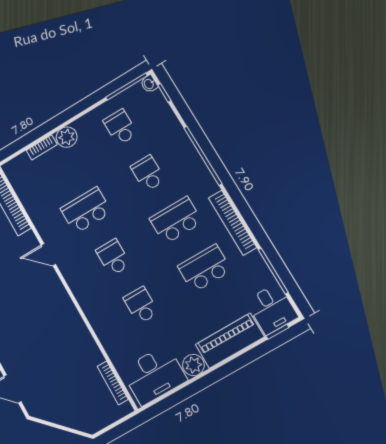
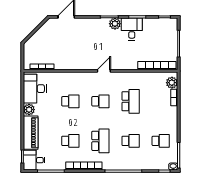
plant: (67, 137) -> (172, 83), moved
door: (48, 255) -> (104, 71), moved
school desk: (205, 268) -> (70, 141), width x0.54

